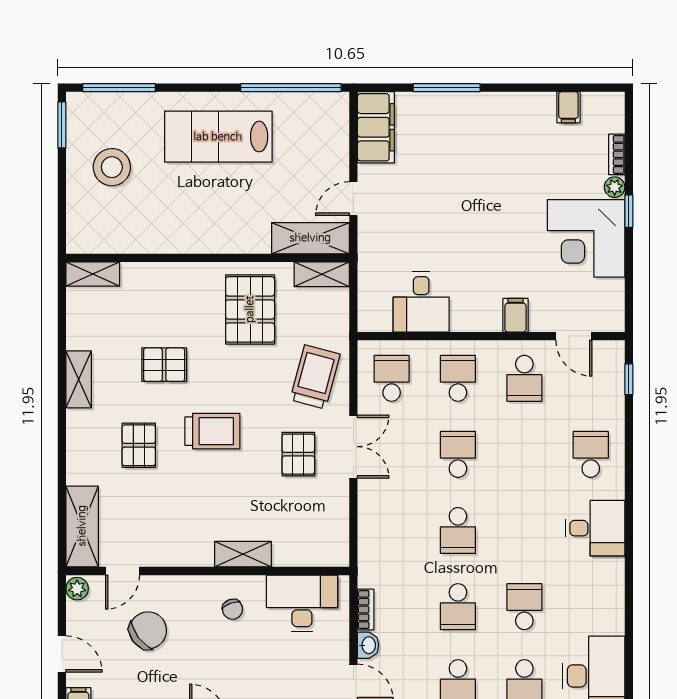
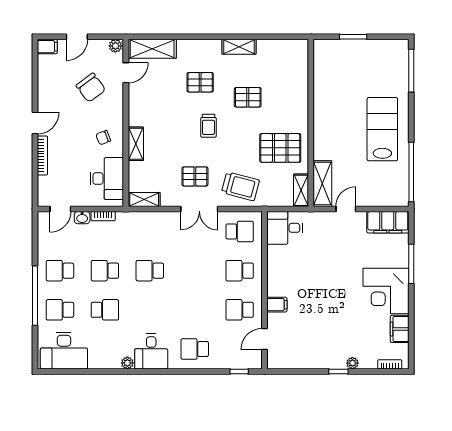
filing cabinet: (568, 107) -> (400, 329), width x2.00
window: (62, 125) -> (353, 37), moved
bookcase: (617, 154) -> (390, 364), moved
stool: (112, 167) -> (364, 66), removed
door: (353, 198) -> (346, 209), hinge flipped
corner desk: (586, 238) -> (386, 291), moved, turned -90
shelving: (93, 274) -> (144, 199), moved, turned 90
desk: (421, 302) -> (285, 228), moved
pallet: (164, 365) -> (248, 97), turned 90
school desk: (458, 378) -> (240, 271), turned 180
trolley: (212, 431) -> (208, 126), width x0.73, depth x0.72
school desk: (458, 454) -> (195, 271), removed
school desk: (591, 454) -> (195, 349), turned 180
plant: (614, 569) -> (127, 363), added
door: (123, 571) -> (126, 73), swing flipped

